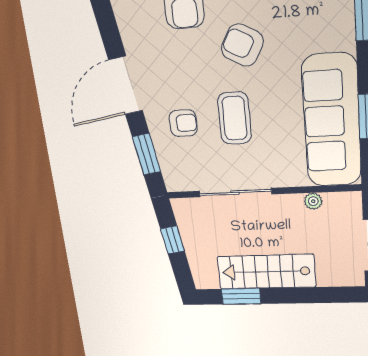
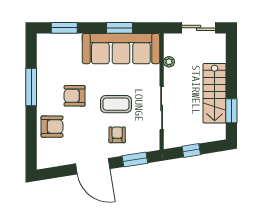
armchair: (242, 45) -> (75, 96), turned 61

